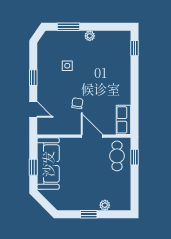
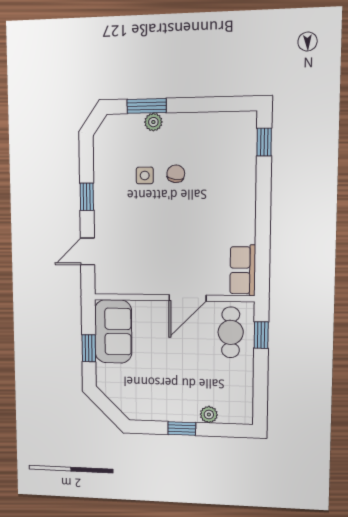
plant: (90, 36) -> (153, 122), moved
chair: (77, 103) -> (176, 174), moved
door: (33, 109) -> (88, 251), swing flipped
door: (92, 136) -> (187, 298), swing flipped
sofa: (48, 164) -> (113, 331), width x0.73

